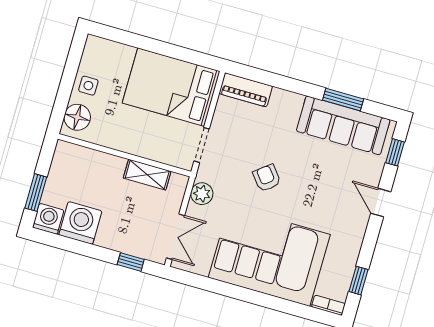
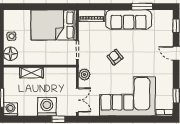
sofa: (343, 125) -> (129, 20), moved
shelving: (147, 175) -> (31, 73), moved
washing machine: (80, 223) -> (47, 107), moved

